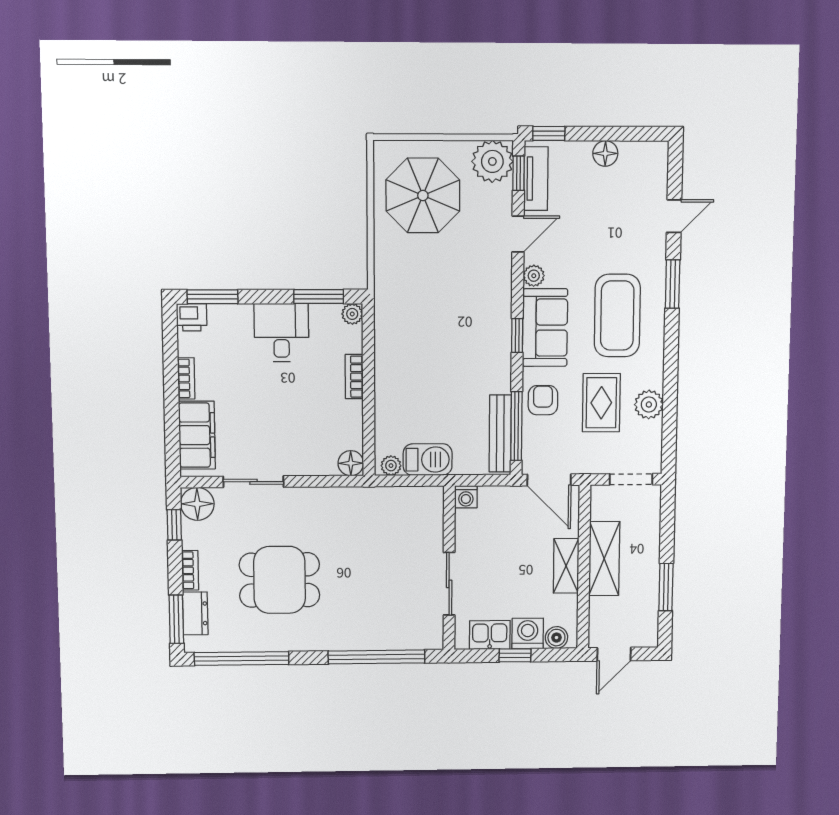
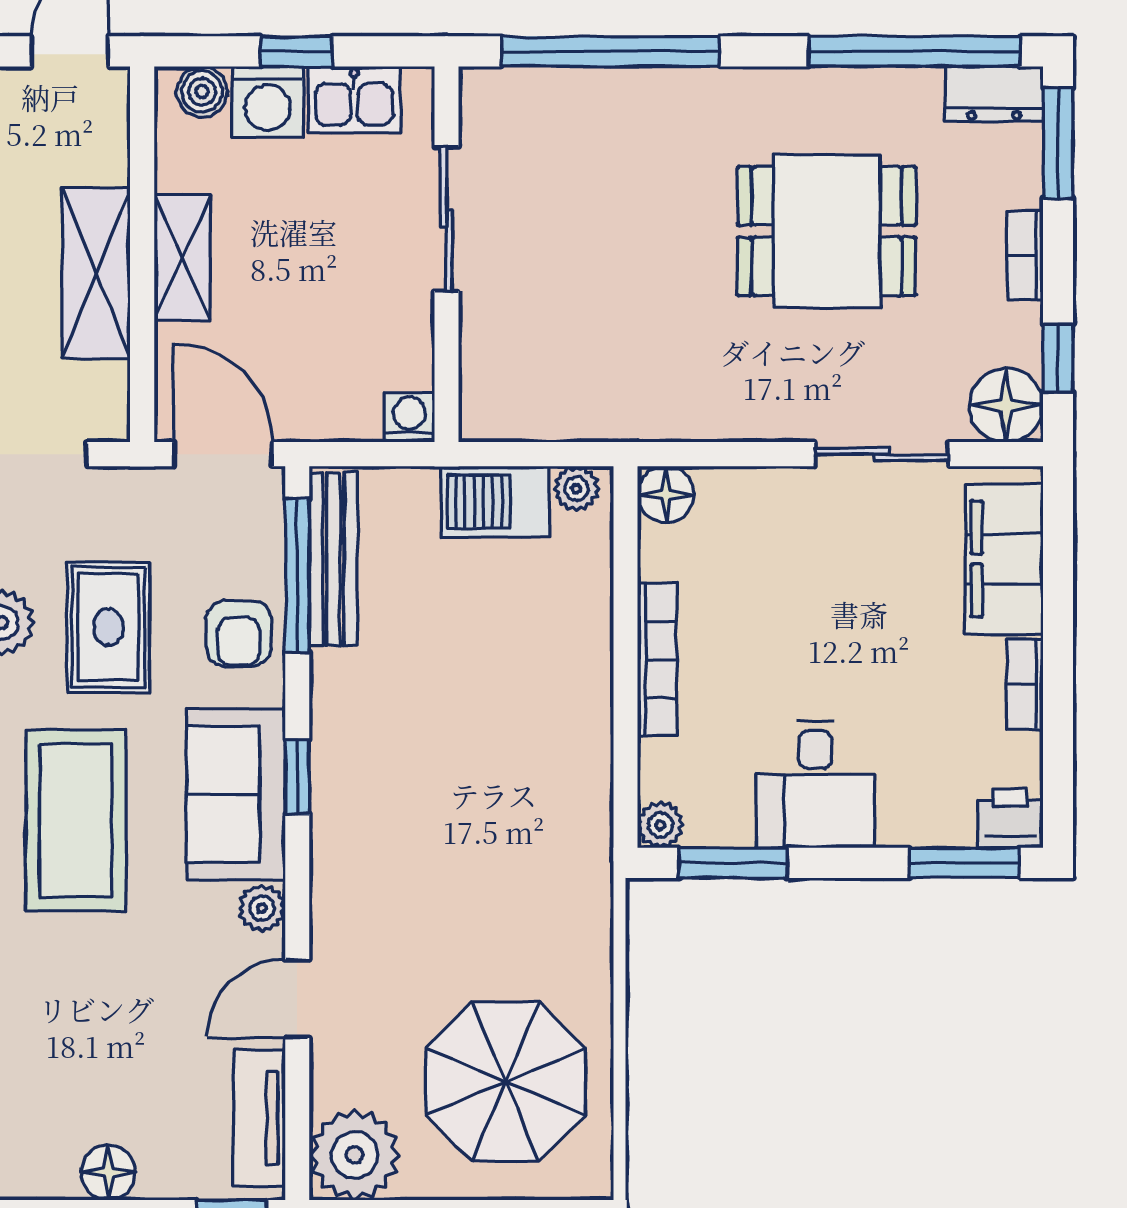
window: (519, 173) -> (297, 1130), removed
bookcase: (354, 377) -> (657, 660), width x1.56
dresser: (195, 613) -> (994, 94), moved, turned -90

